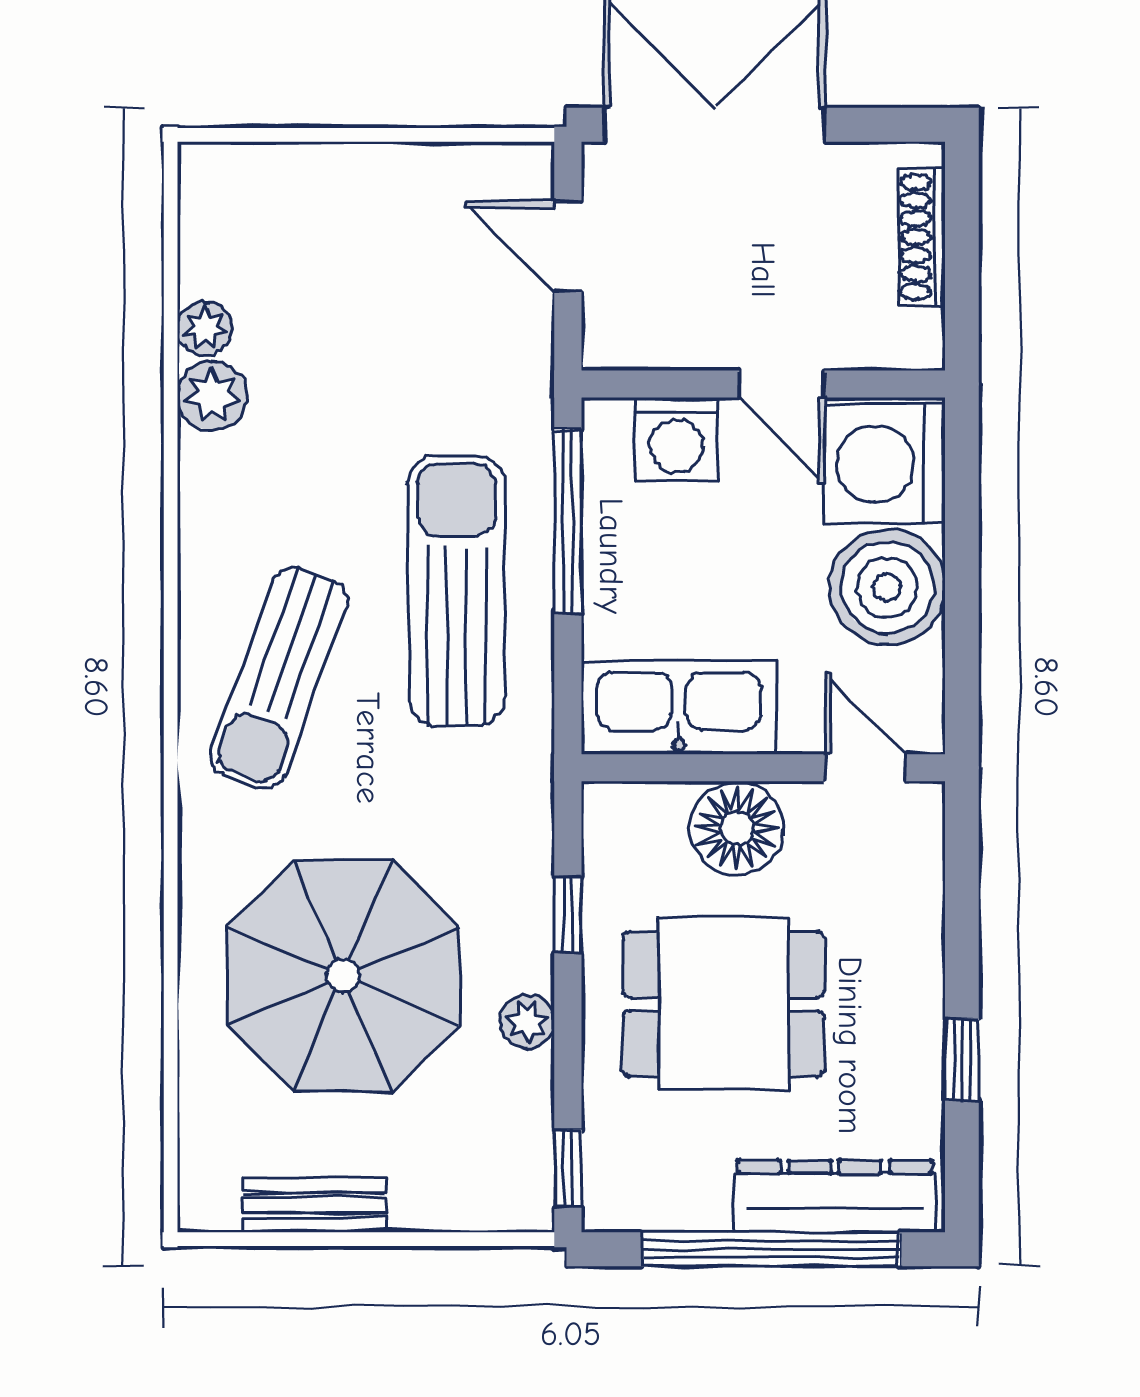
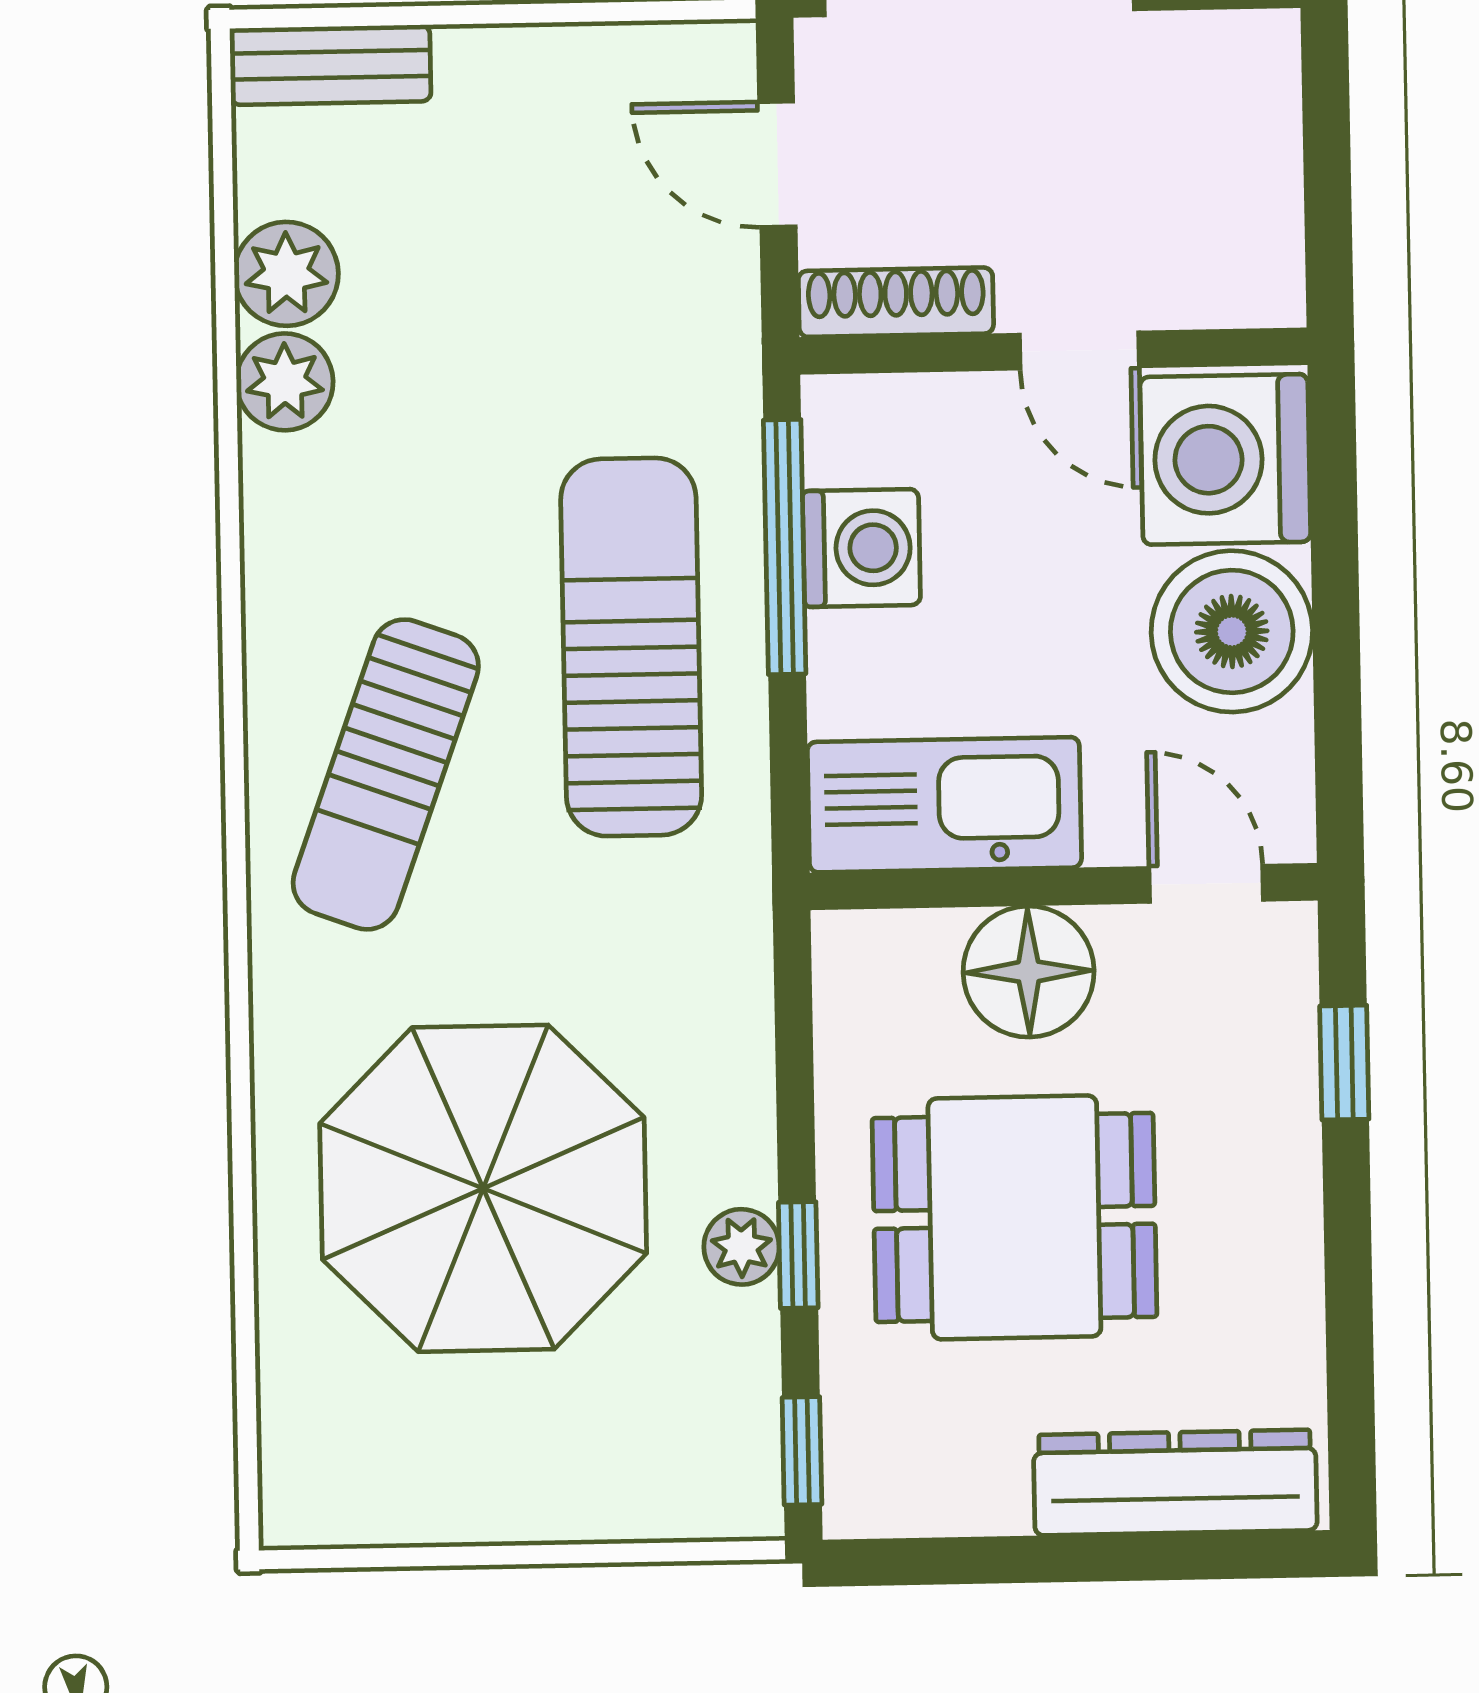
shoe rack: (921, 237) -> (896, 302), moved, turned 90
plant: (205, 328) -> (286, 274), width x1.38, depth x1.38
washing machine: (677, 439) -> (861, 548), moved, turned -90
window: (568, 914) -> (798, 1255), moved
window: (962, 1060) -> (1344, 1063), moved
bench: (315, 1205) -> (330, 65), moved
window: (771, 1249) -> (1087, 1558), removed

